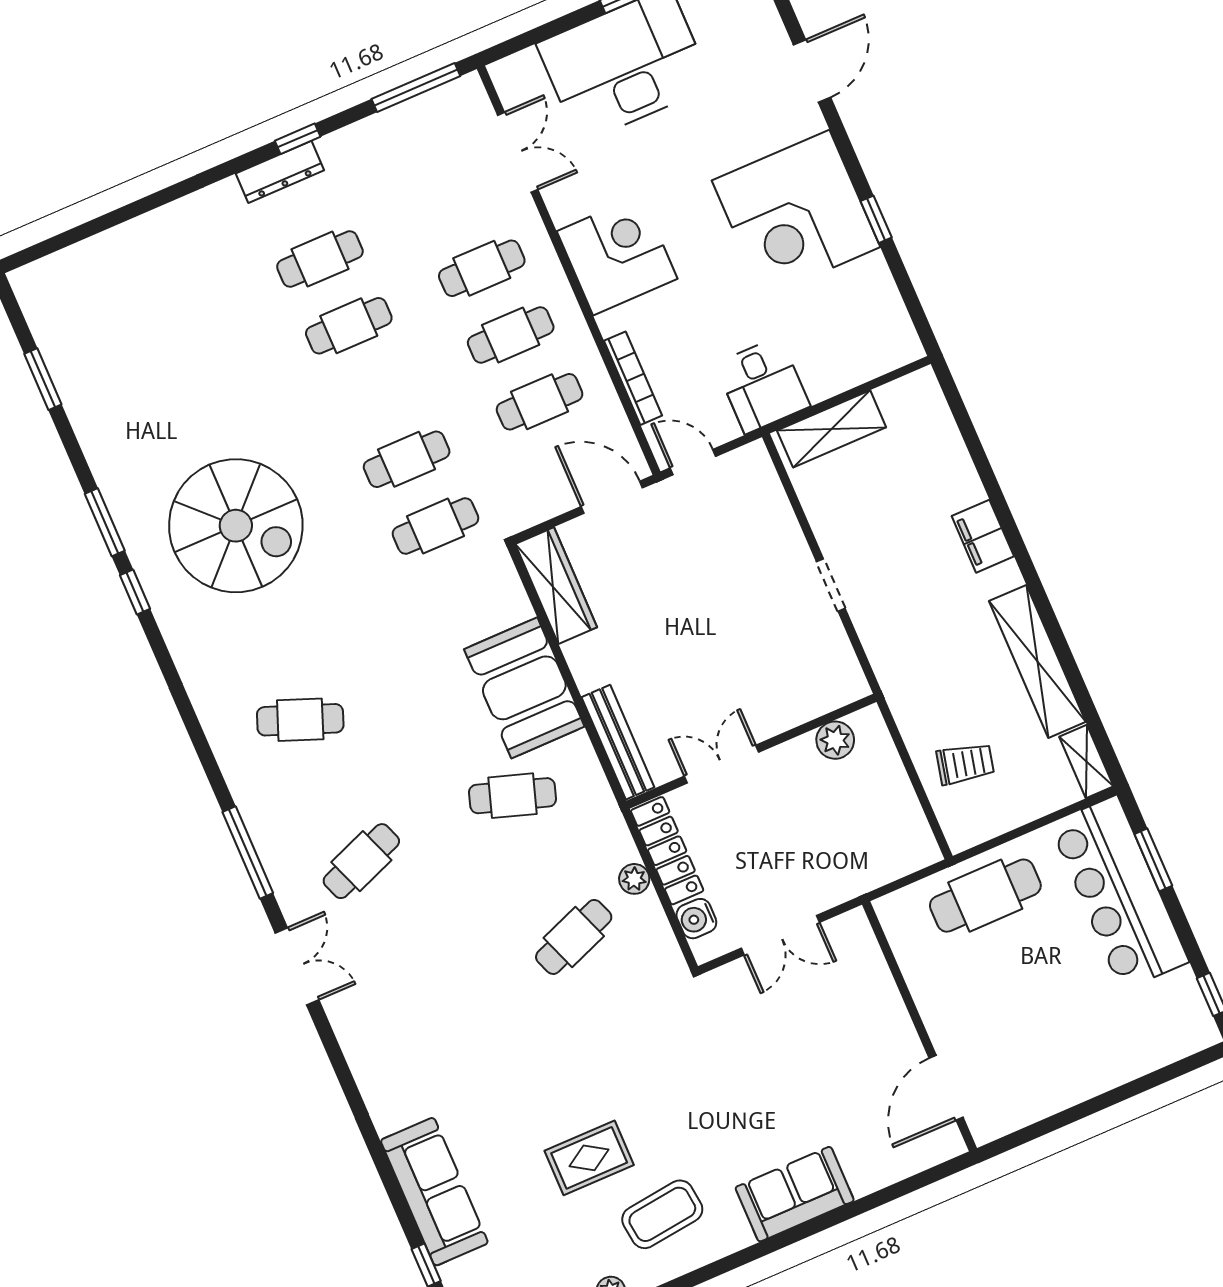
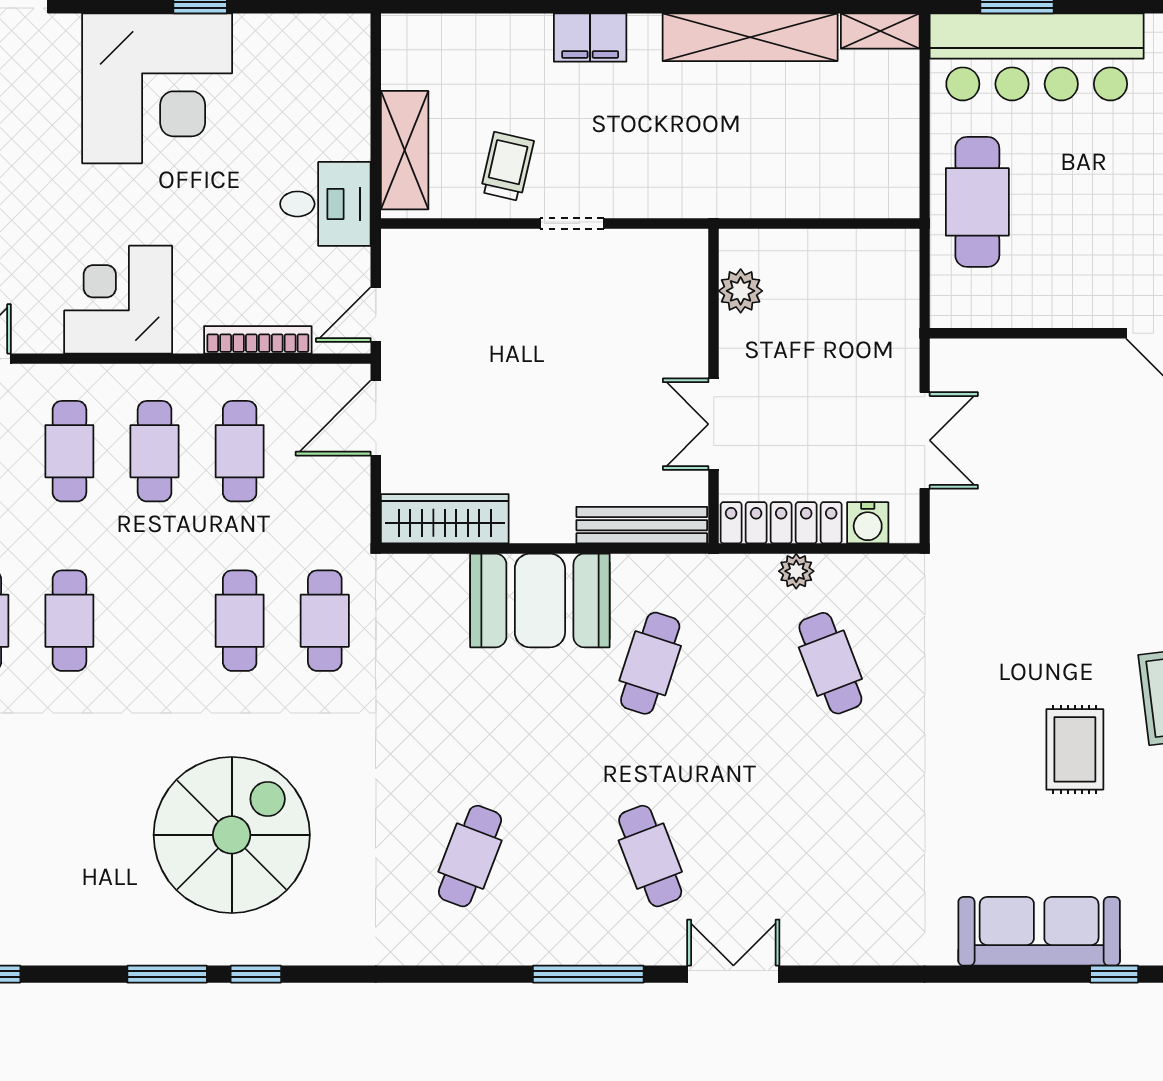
trolley: (965, 764) -> (507, 166), moved

